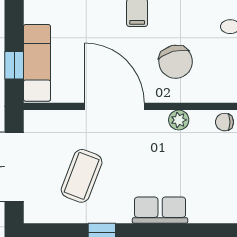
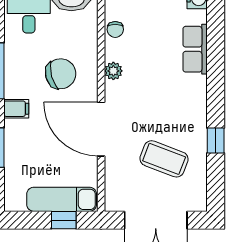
door: (115, 106) -> (101, 129), hinge flipped
row of seats: (160, 210) -> (195, 49), moved

